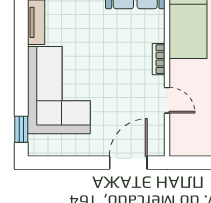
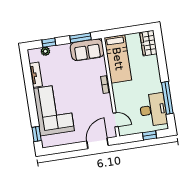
door: (167, 100) -> (115, 120), moved

